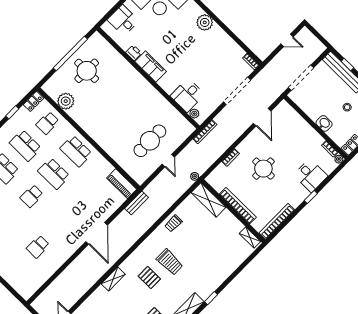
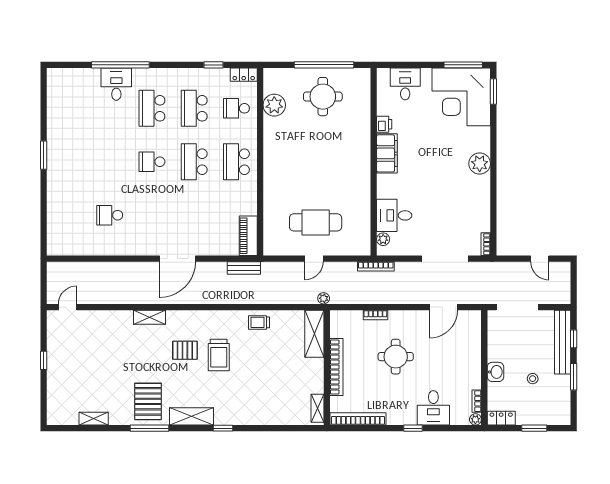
pallet: (149, 278) -> (185, 350), turned 90

